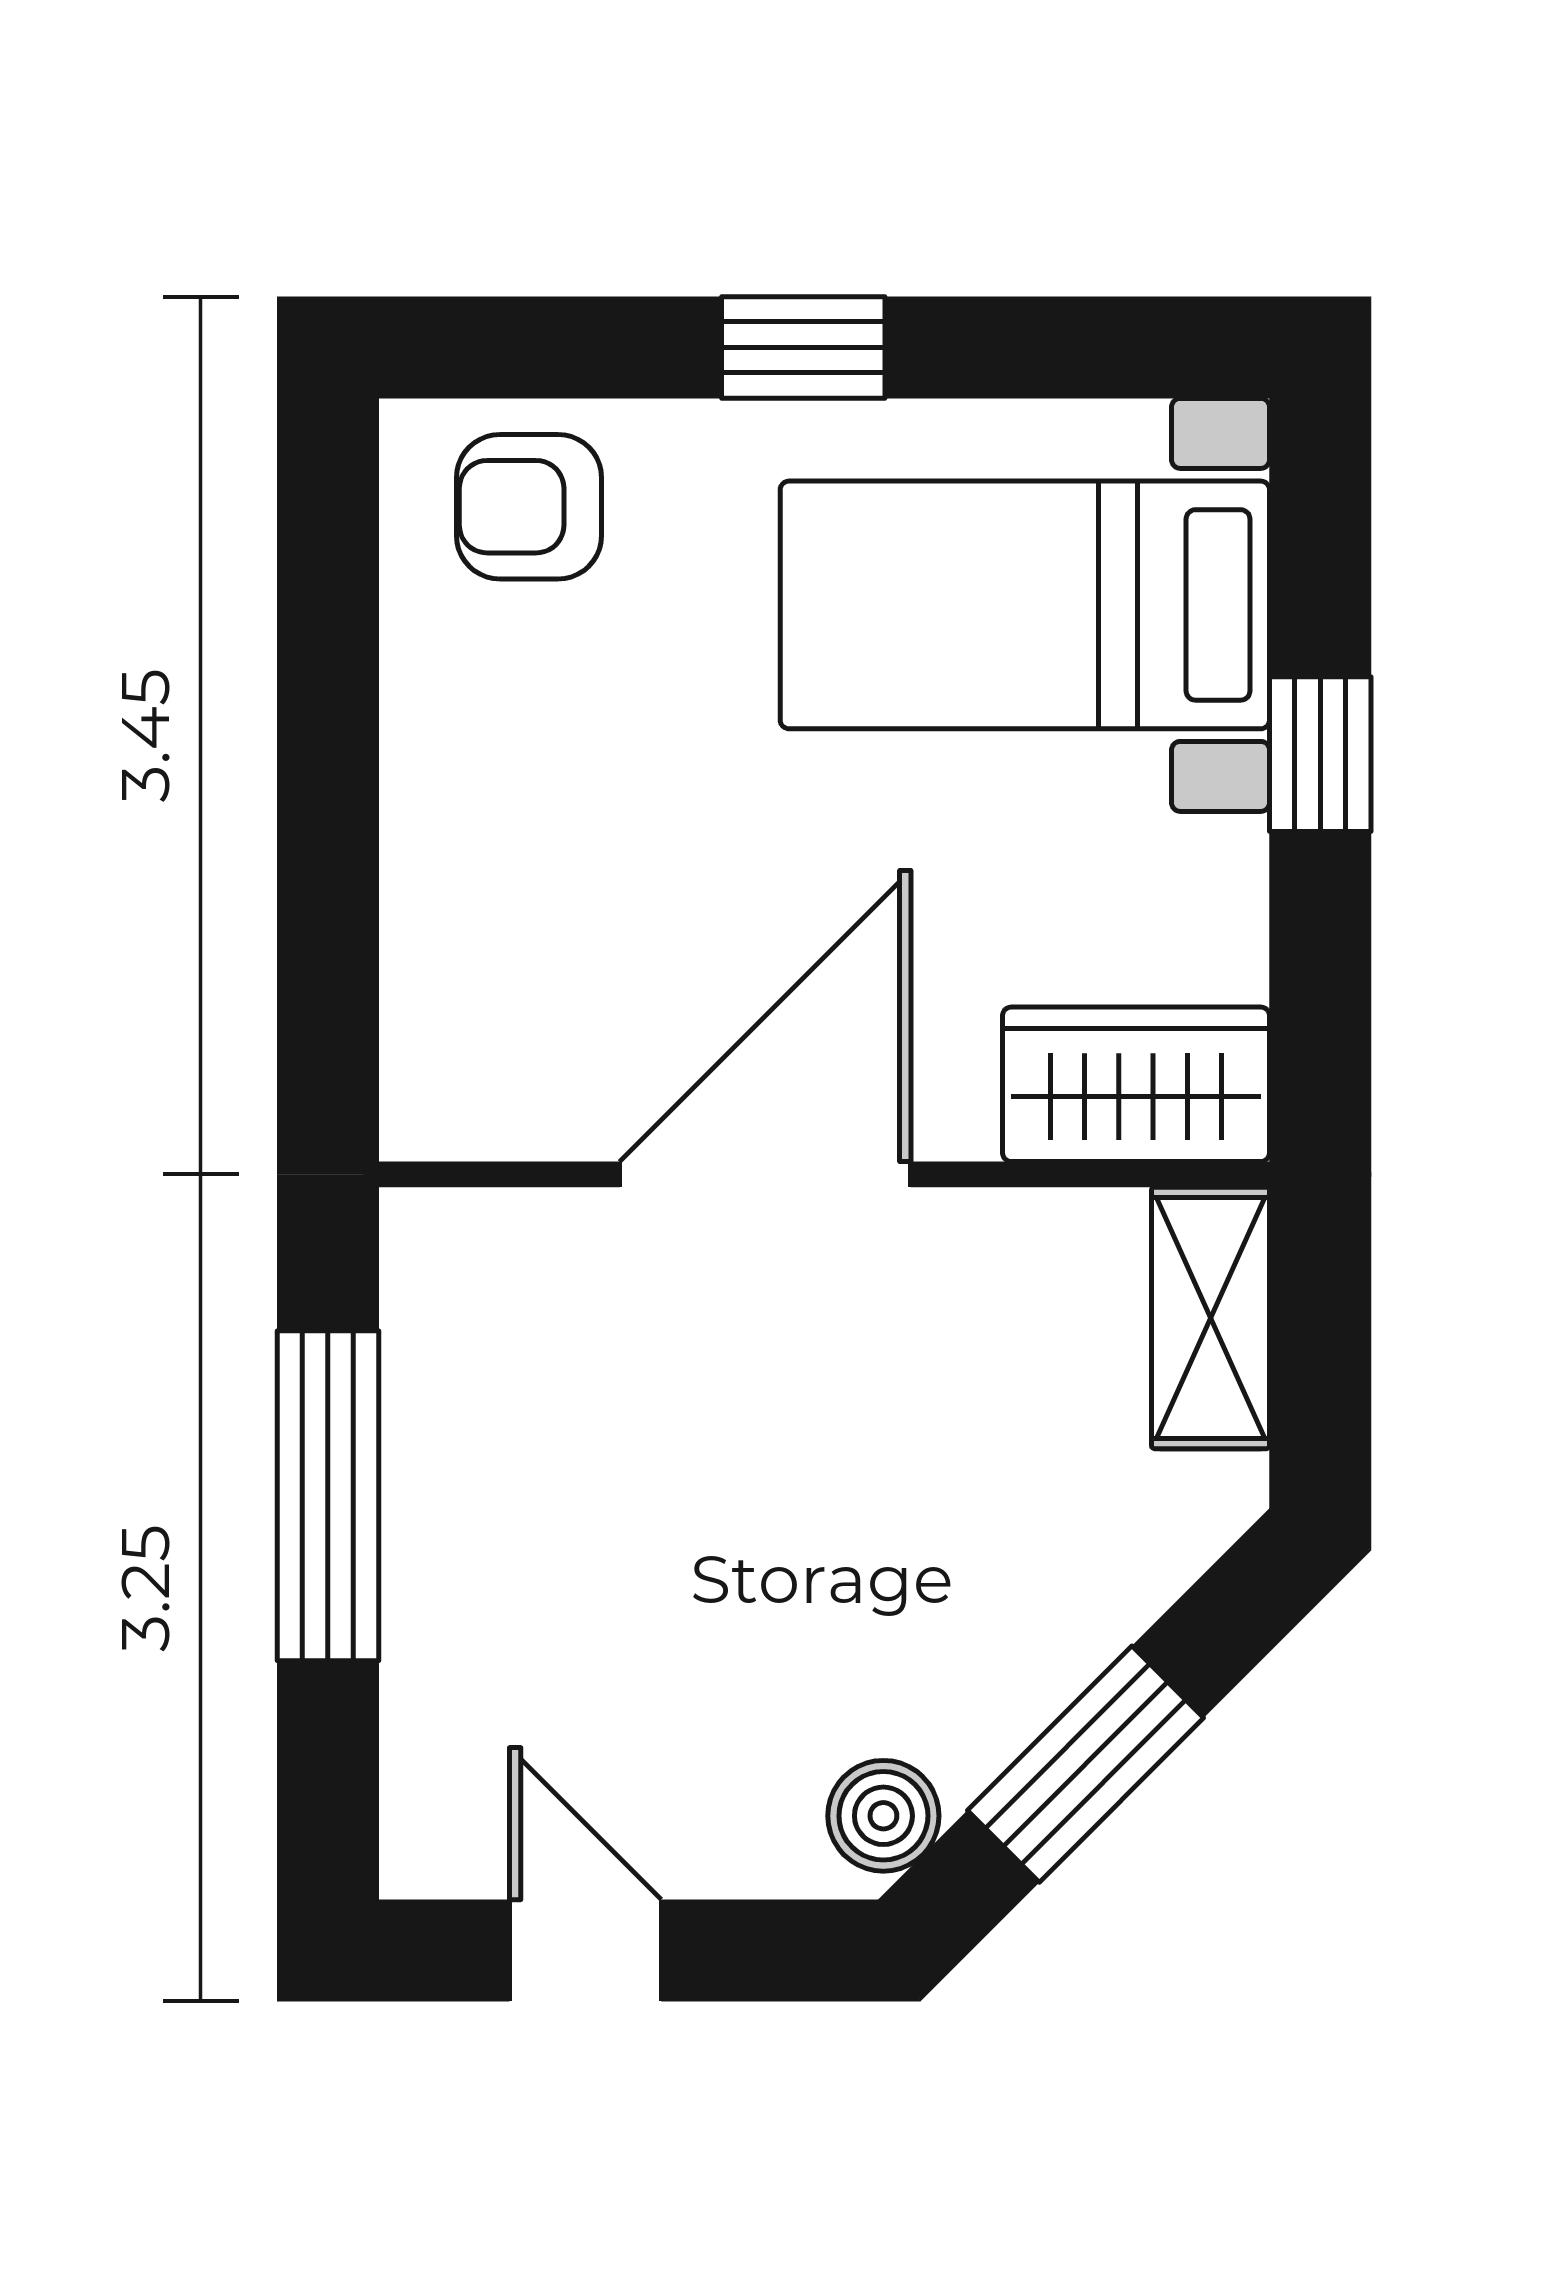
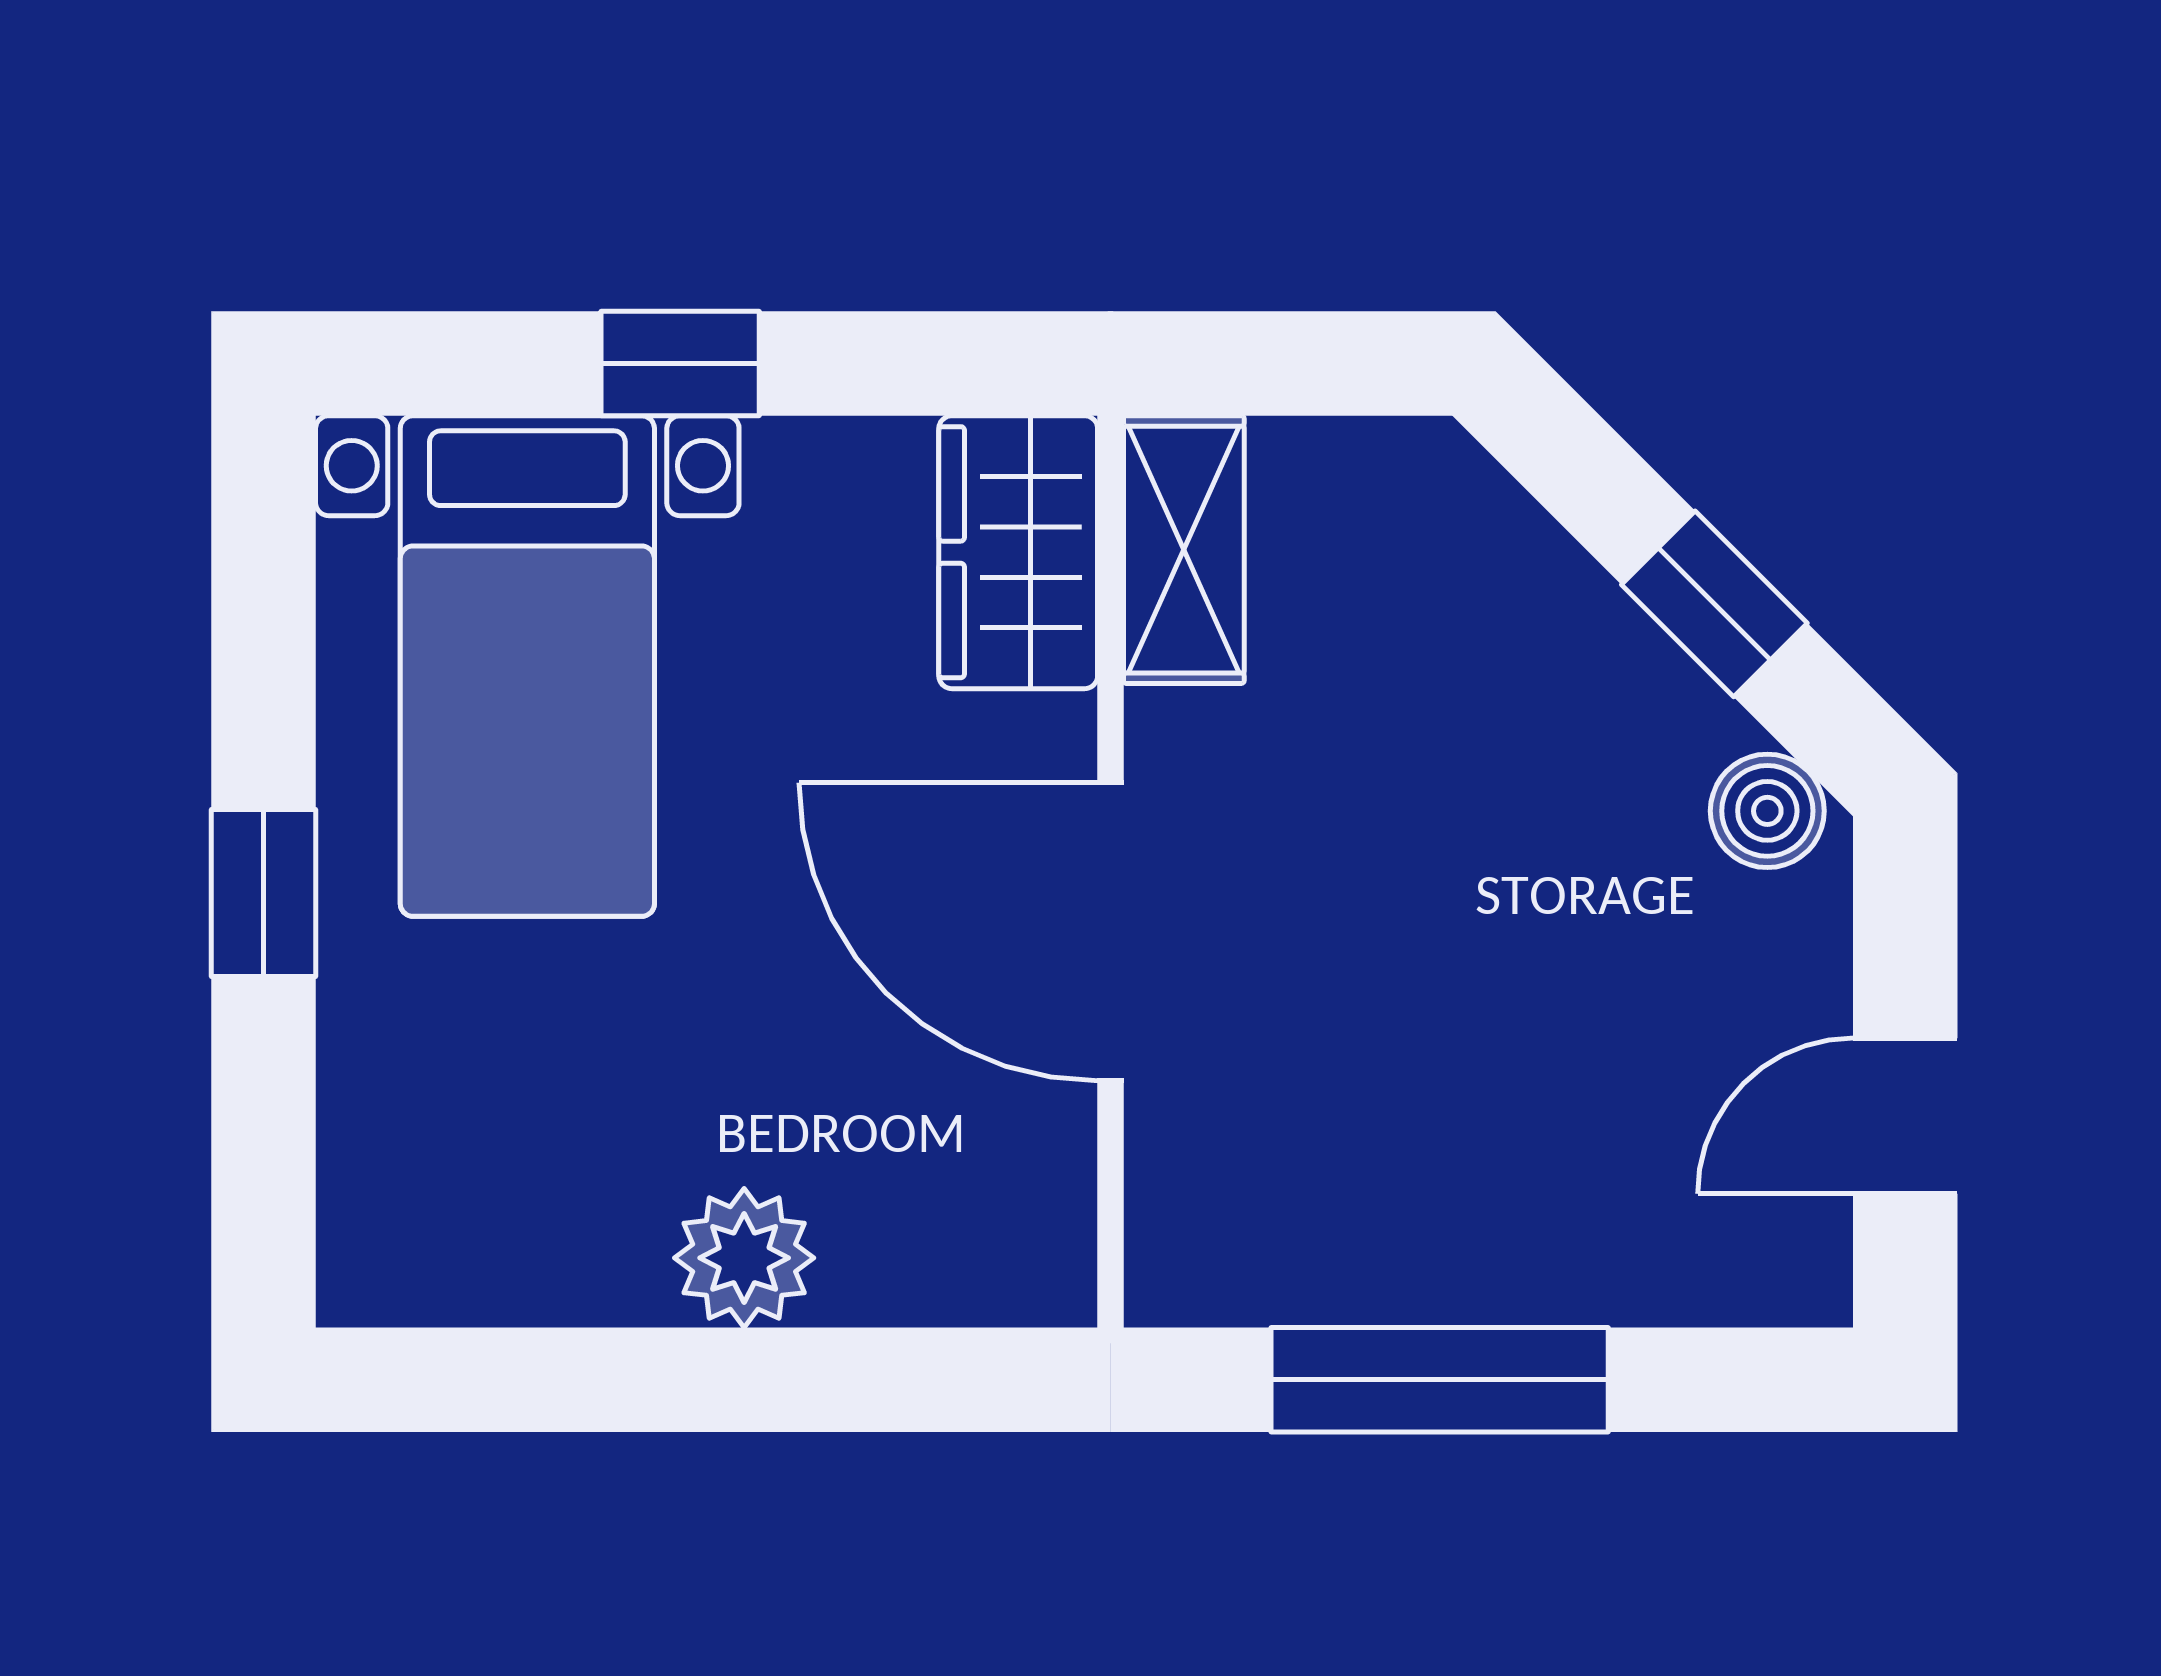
armchair: (529, 507) -> (427, 1174), removed
plant: (447, 817) -> (744, 1258), added
shelving: (1211, 1318) -> (1184, 550), moved, turned 90
window: (1086, 1764) -> (1714, 604), width x0.67

